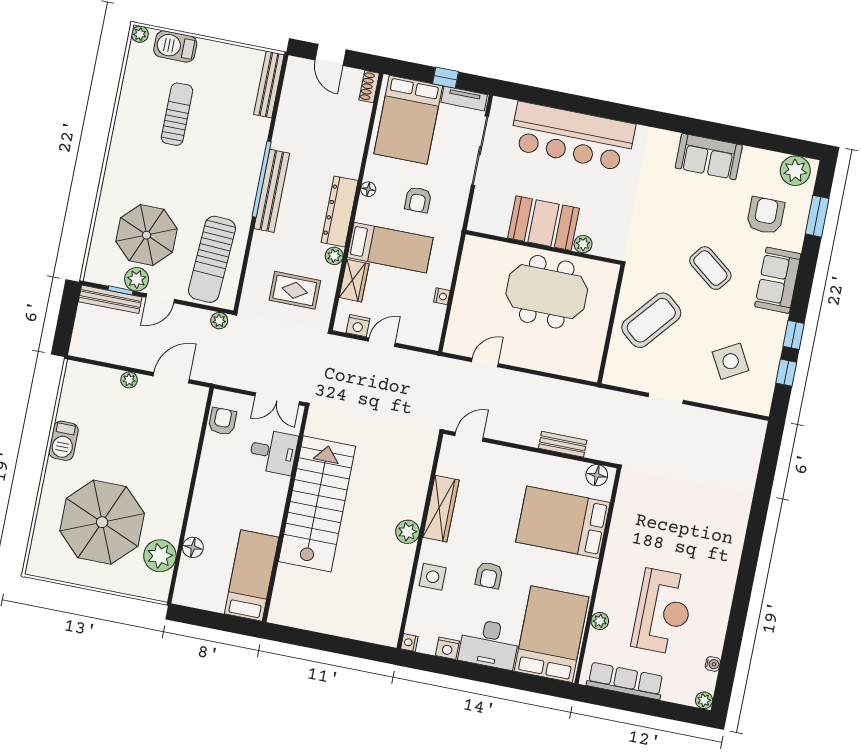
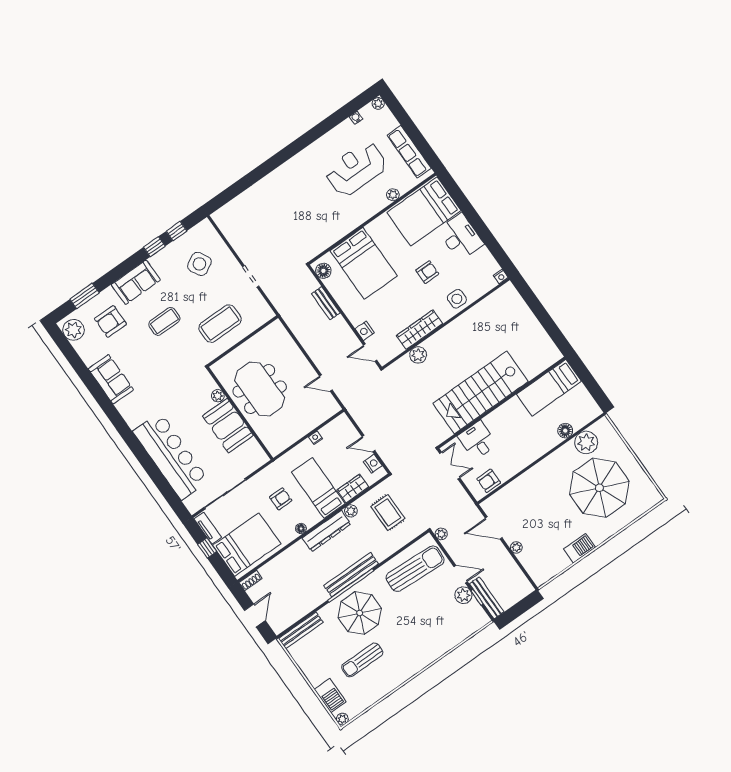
parasol: (147, 235) -> (360, 613), moved
coffee table: (710, 268) -> (164, 321), turned 52
coffee table: (651, 320) -> (220, 324), turned -40
plant: (408, 532) -> (418, 355), moved
nightstand: (447, 648) -> (365, 331), moved, turned 180

